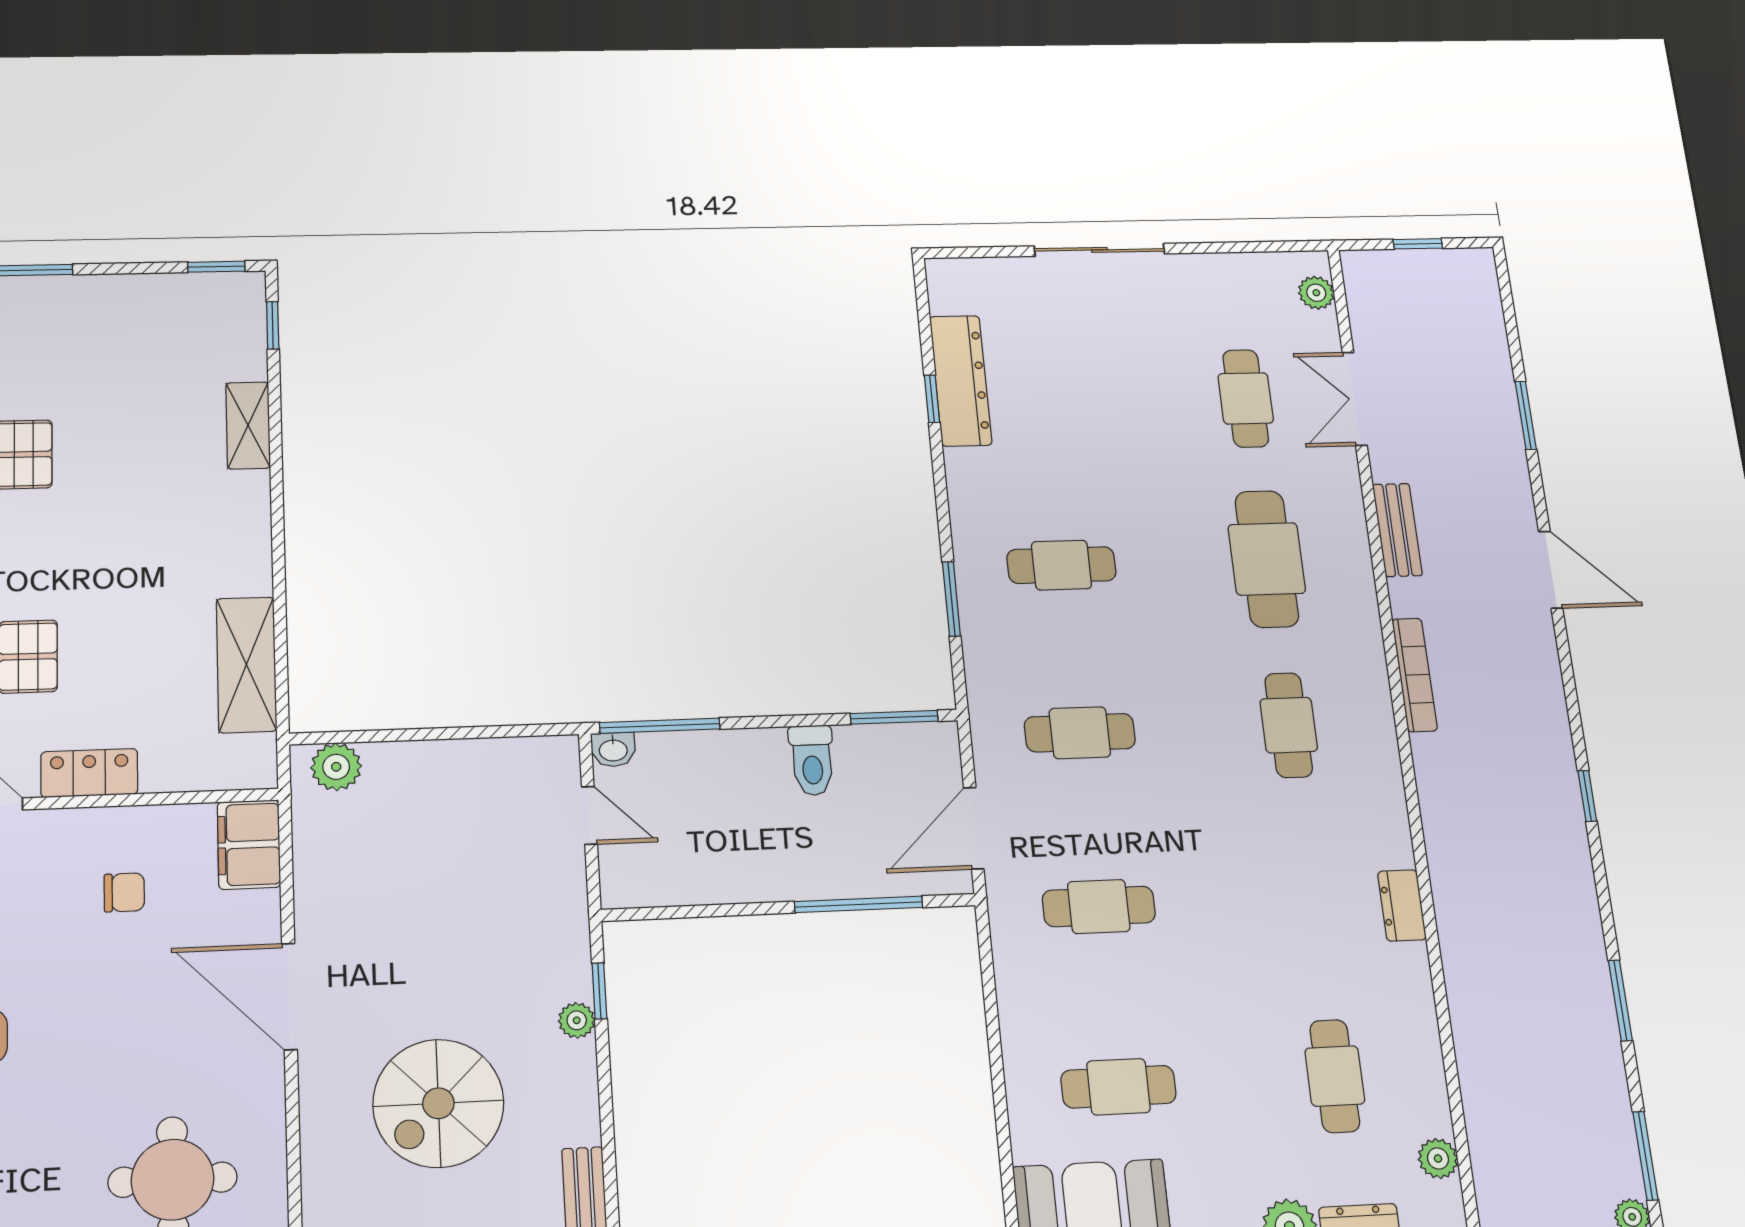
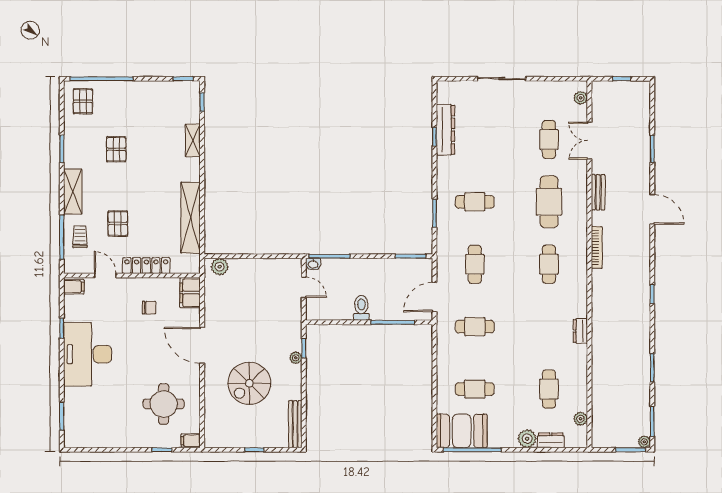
shelving: (246, 665) -> (191, 218), width x1.47
cafe table: (1080, 733) -> (475, 264), turned 90
toilet: (812, 760) -> (361, 308), moved, turned 180
locker: (89, 773) -> (146, 266), width x1.53

